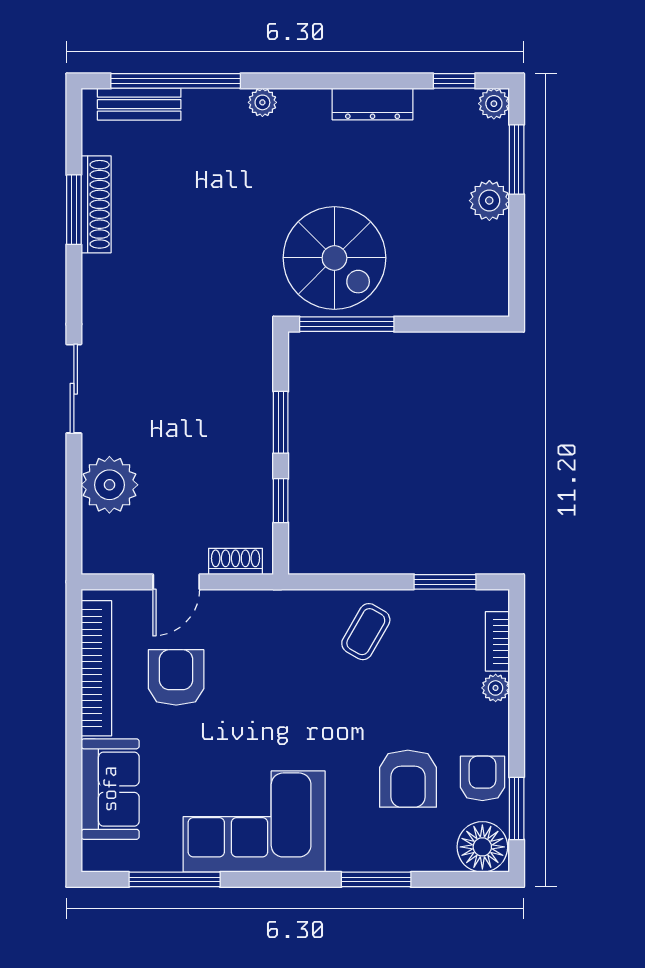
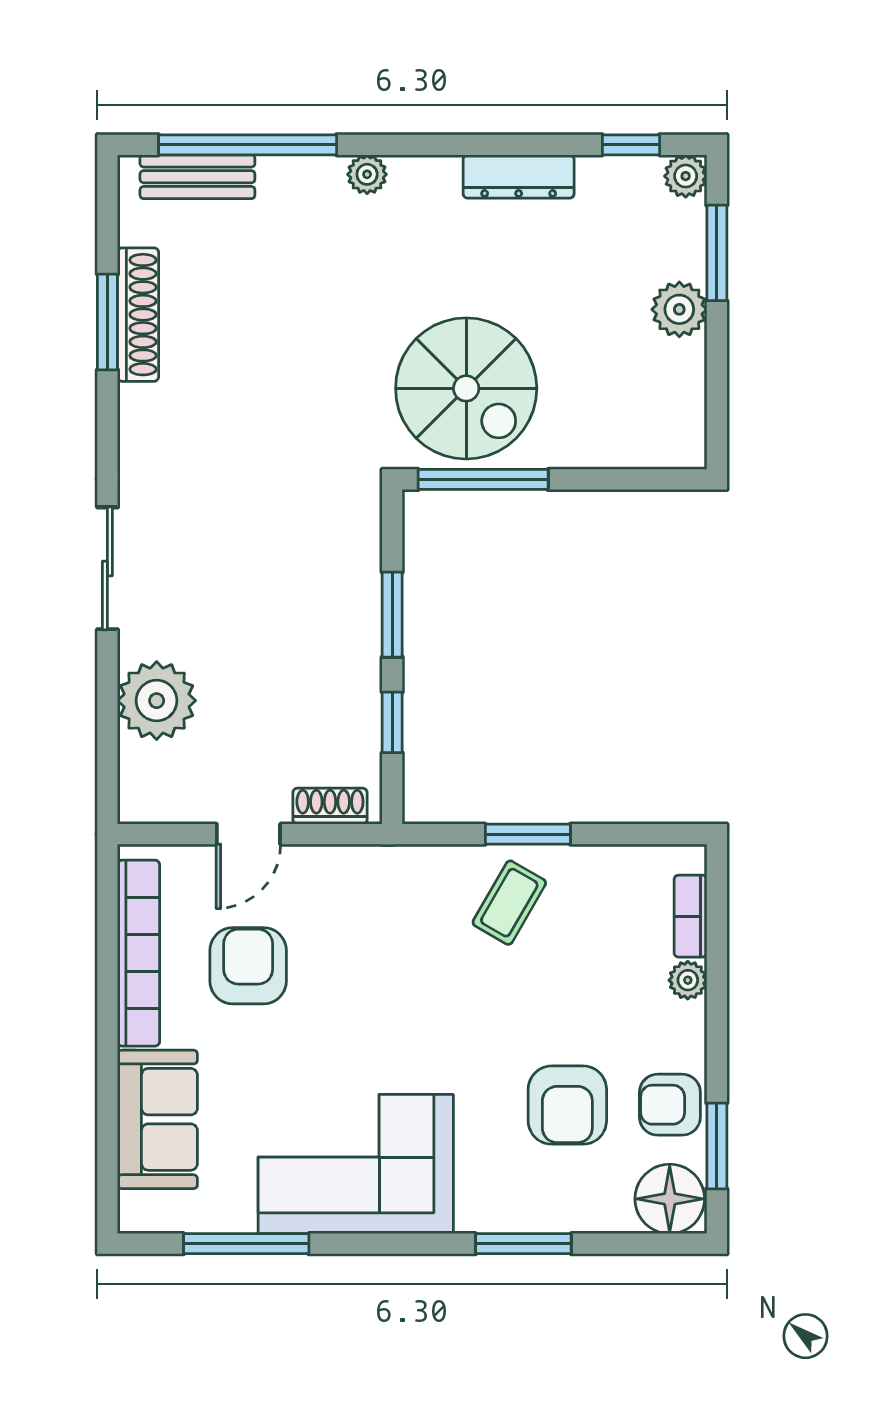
window: (445, 582) -> (528, 834), moved
armchair: (482, 778) -> (670, 1105), turned -90

